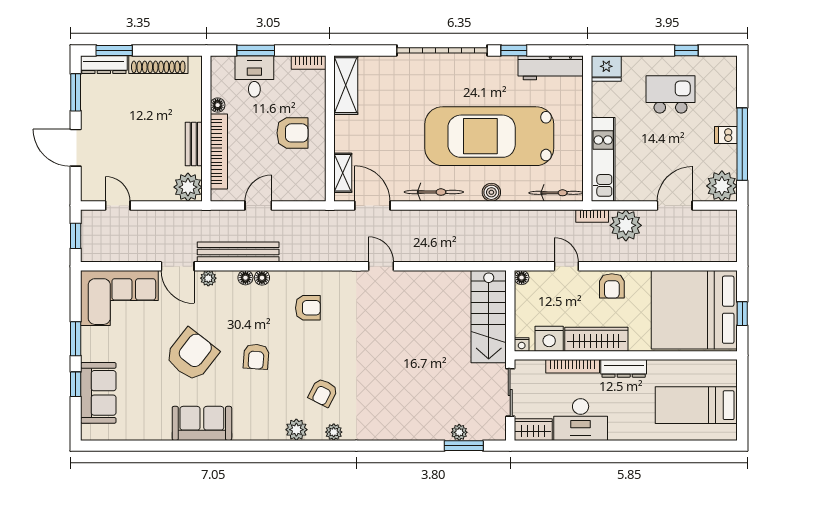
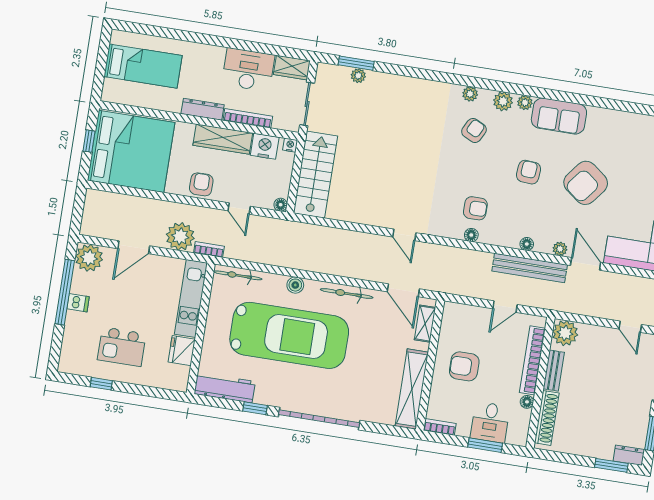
dresser: (104, 65) -> (629, 455), width x0.70
shoe rack: (158, 65) -> (547, 418), moved, turned 90
fridge: (606, 68) -> (182, 351), moved, turned -90
shelving: (346, 85) -> (412, 389), width x1.47
floor lamp: (262, 278) -> (471, 235), moved
armchair: (308, 308) -> (475, 208), turned 180
sofa: (202, 423) -> (559, 116), moved
plant: (272, 432) -> (525, 103), added

